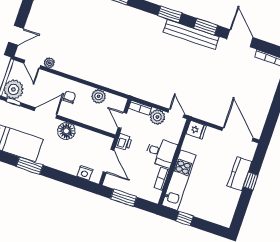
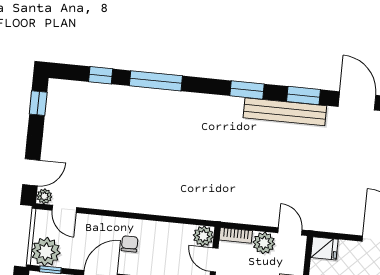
plant: (49, 63) -> (44, 196), moved
plant: (99, 96) -> (203, 236), moved

